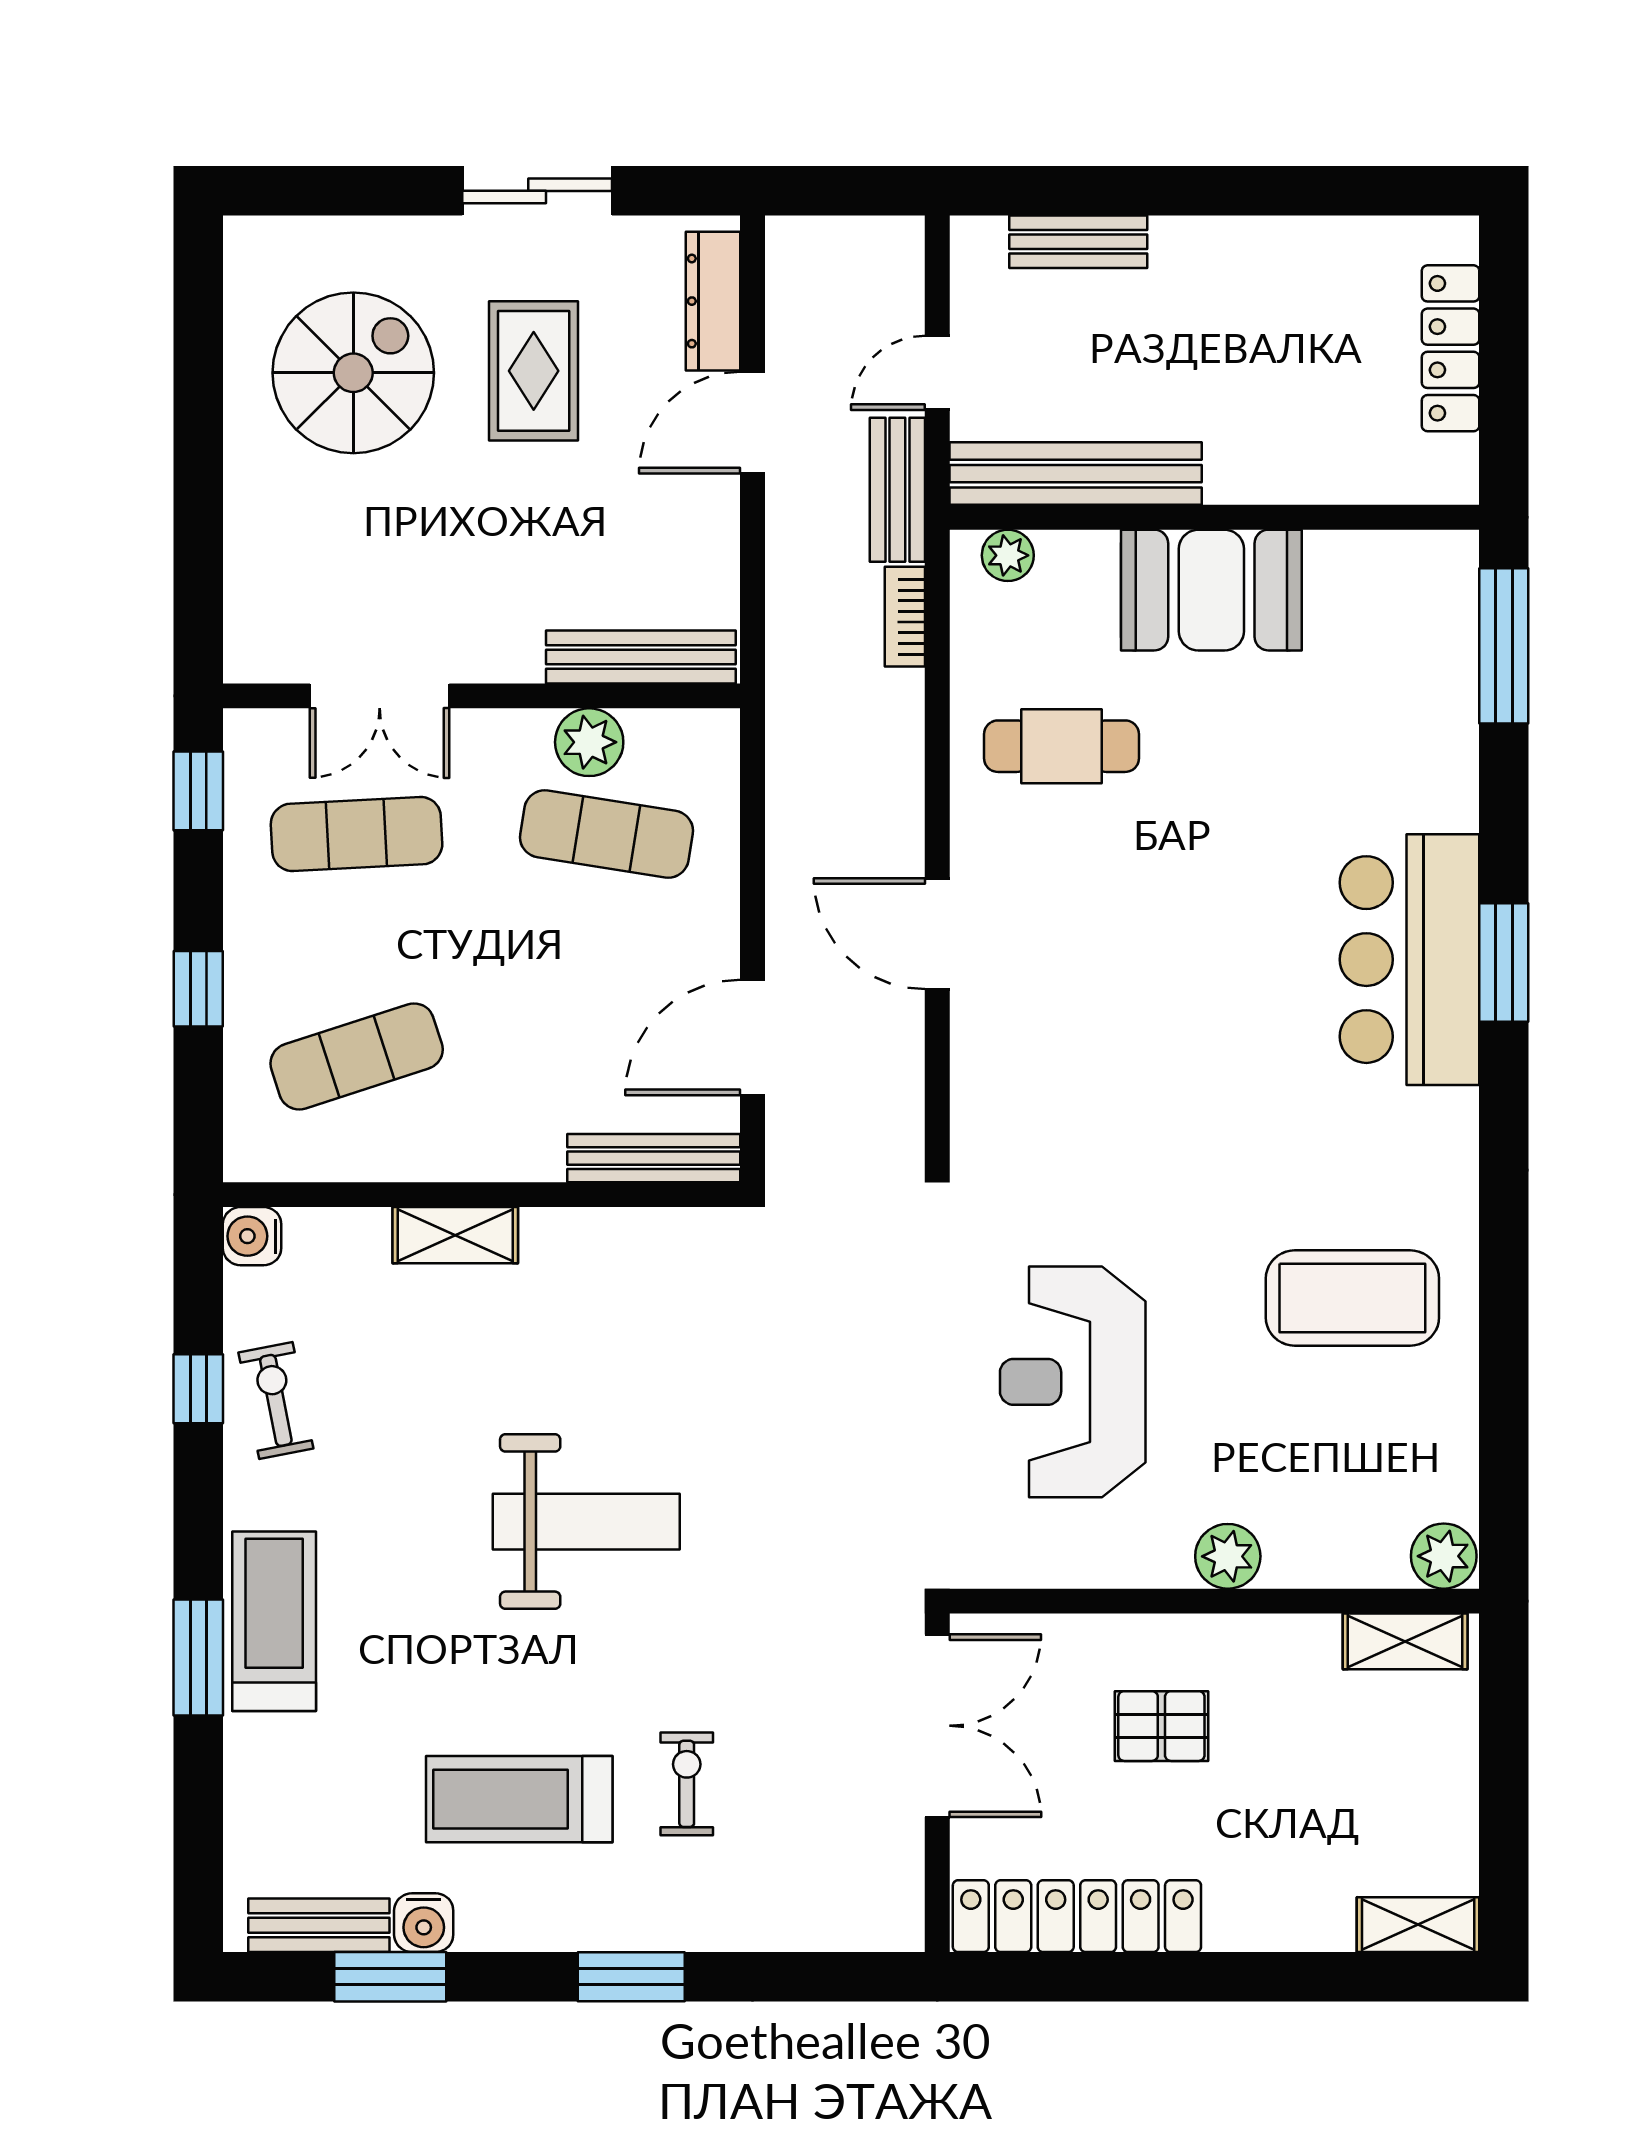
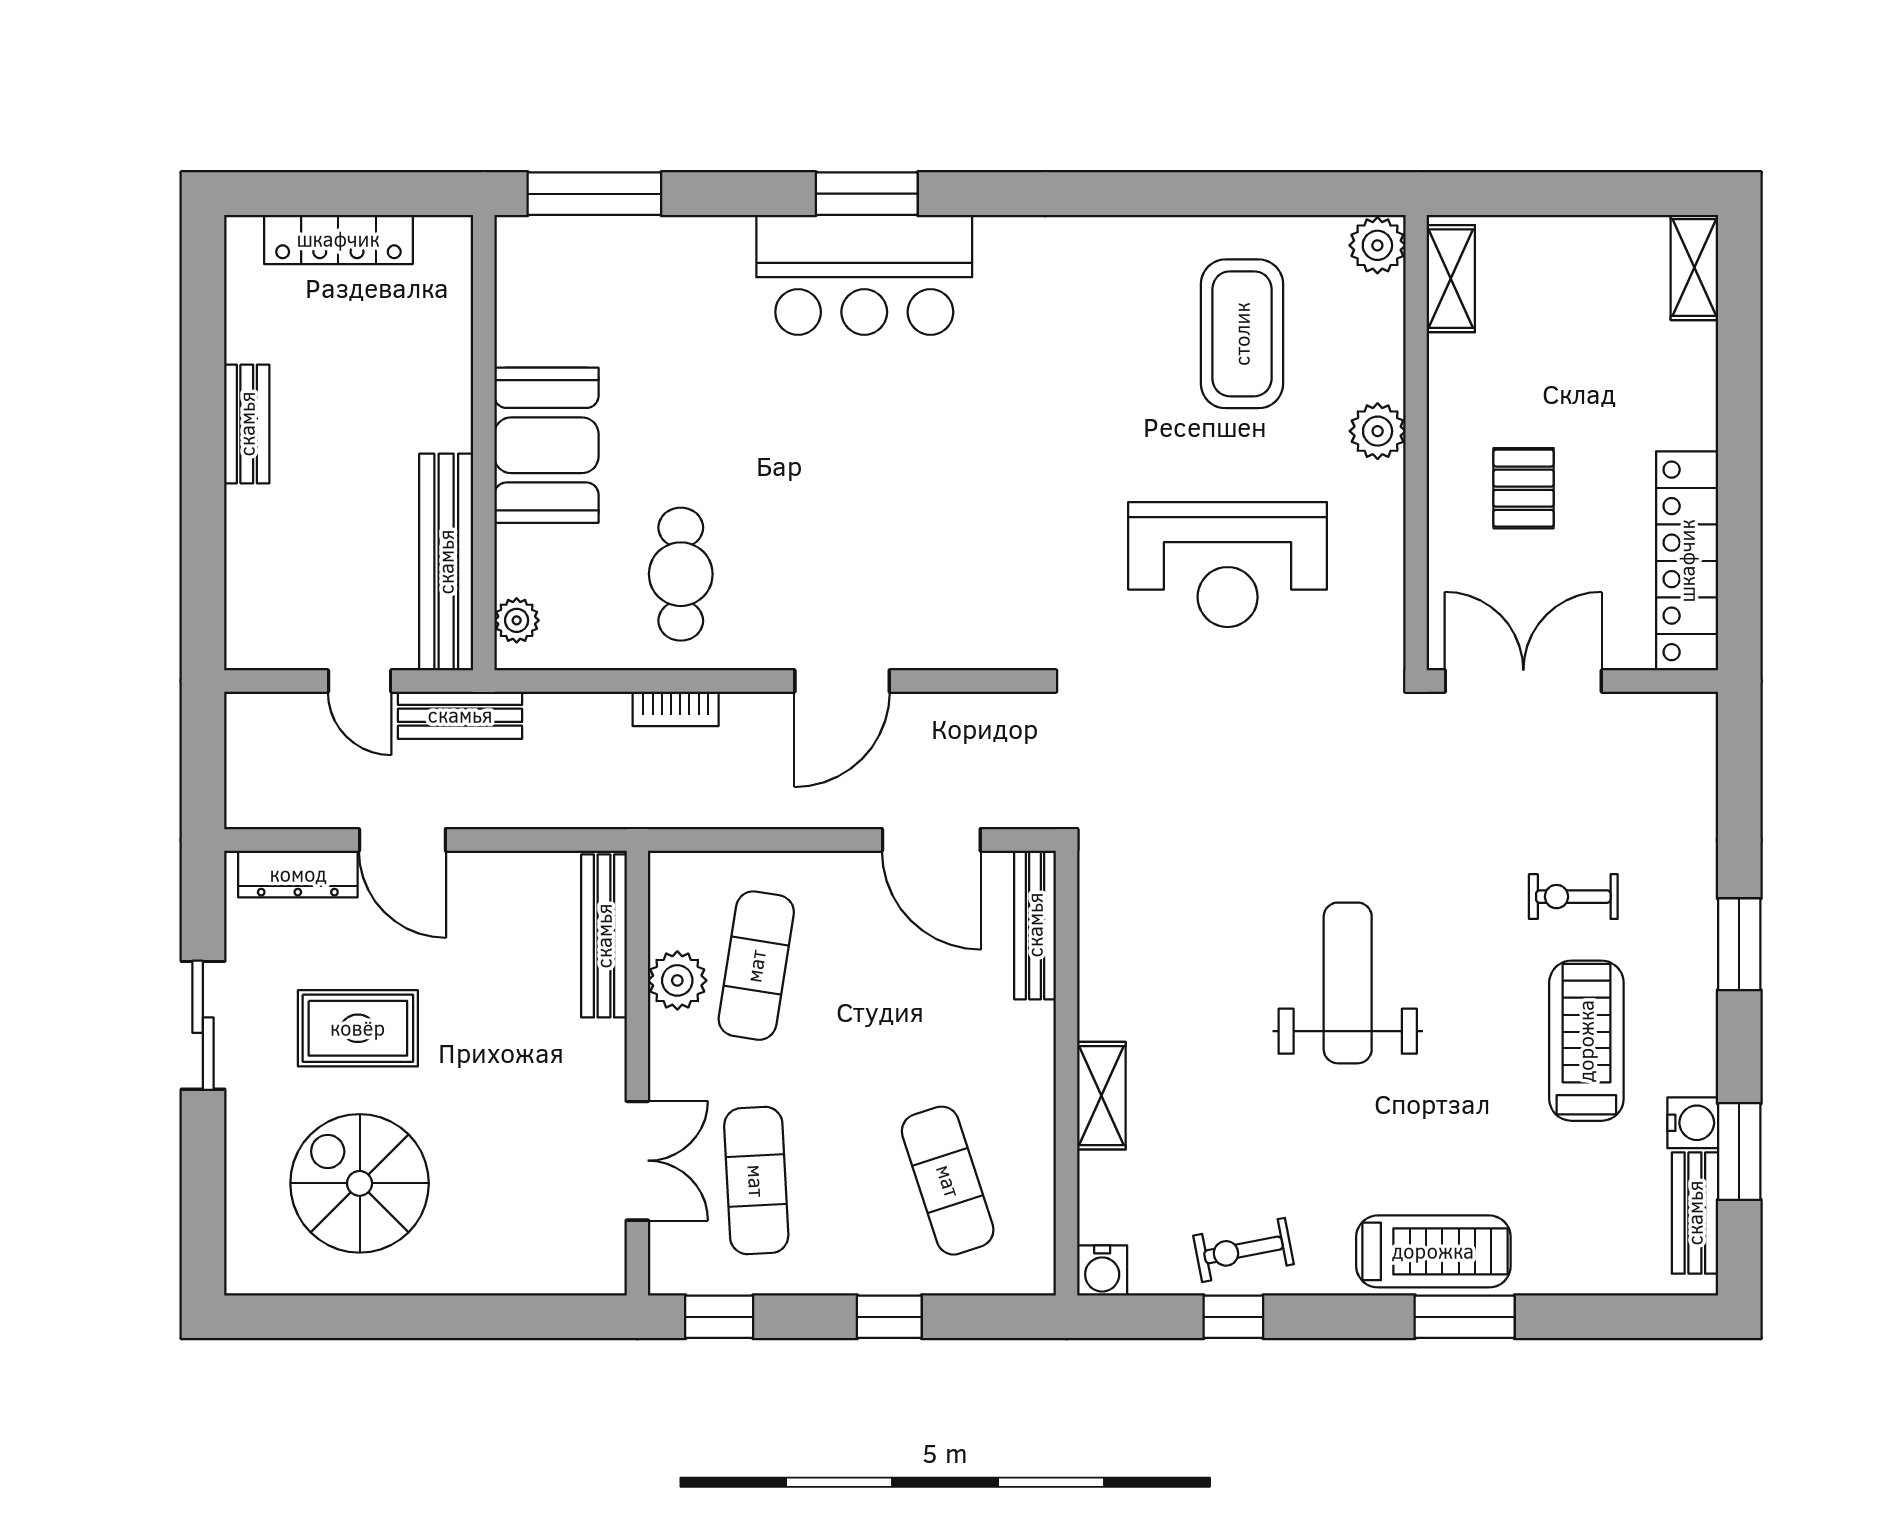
bench: (1078, 242) -> (247, 424), moved
bookcase: (905, 617) -> (676, 709), moved
coffee table: (1352, 1298) -> (1242, 334), moved
treadmill: (274, 1621) -> (1433, 1251), turned 180
treadmill: (519, 1799) -> (1586, 1041), turned 180

